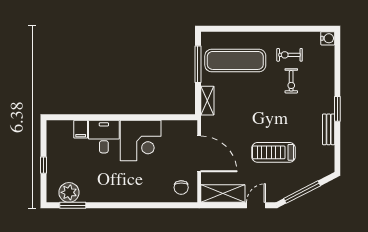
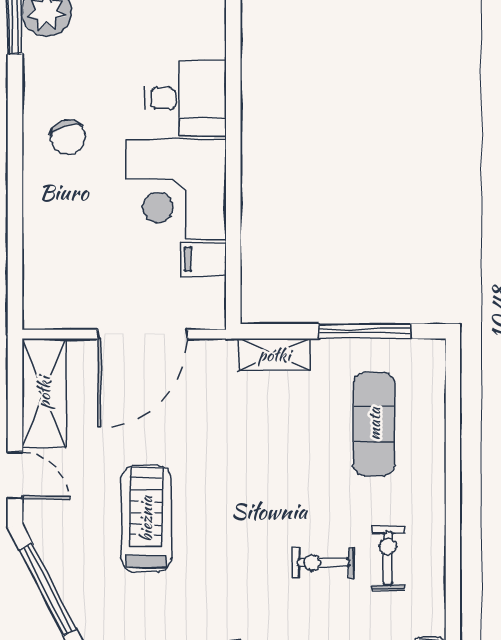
exercise mat: (235, 60) -> (374, 424), width x0.73, depth x0.69
filing cabinet: (81, 129) -> (204, 259), moved
chair: (181, 187) -> (68, 137), moved, turned -110

